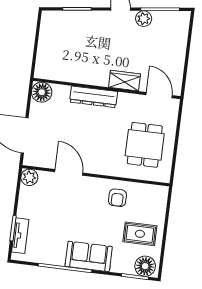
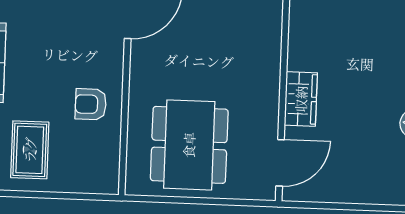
dresser: (94, 97) -> (267, 46), removed
dining table: (145, 145) -> (189, 145), width x1.38

